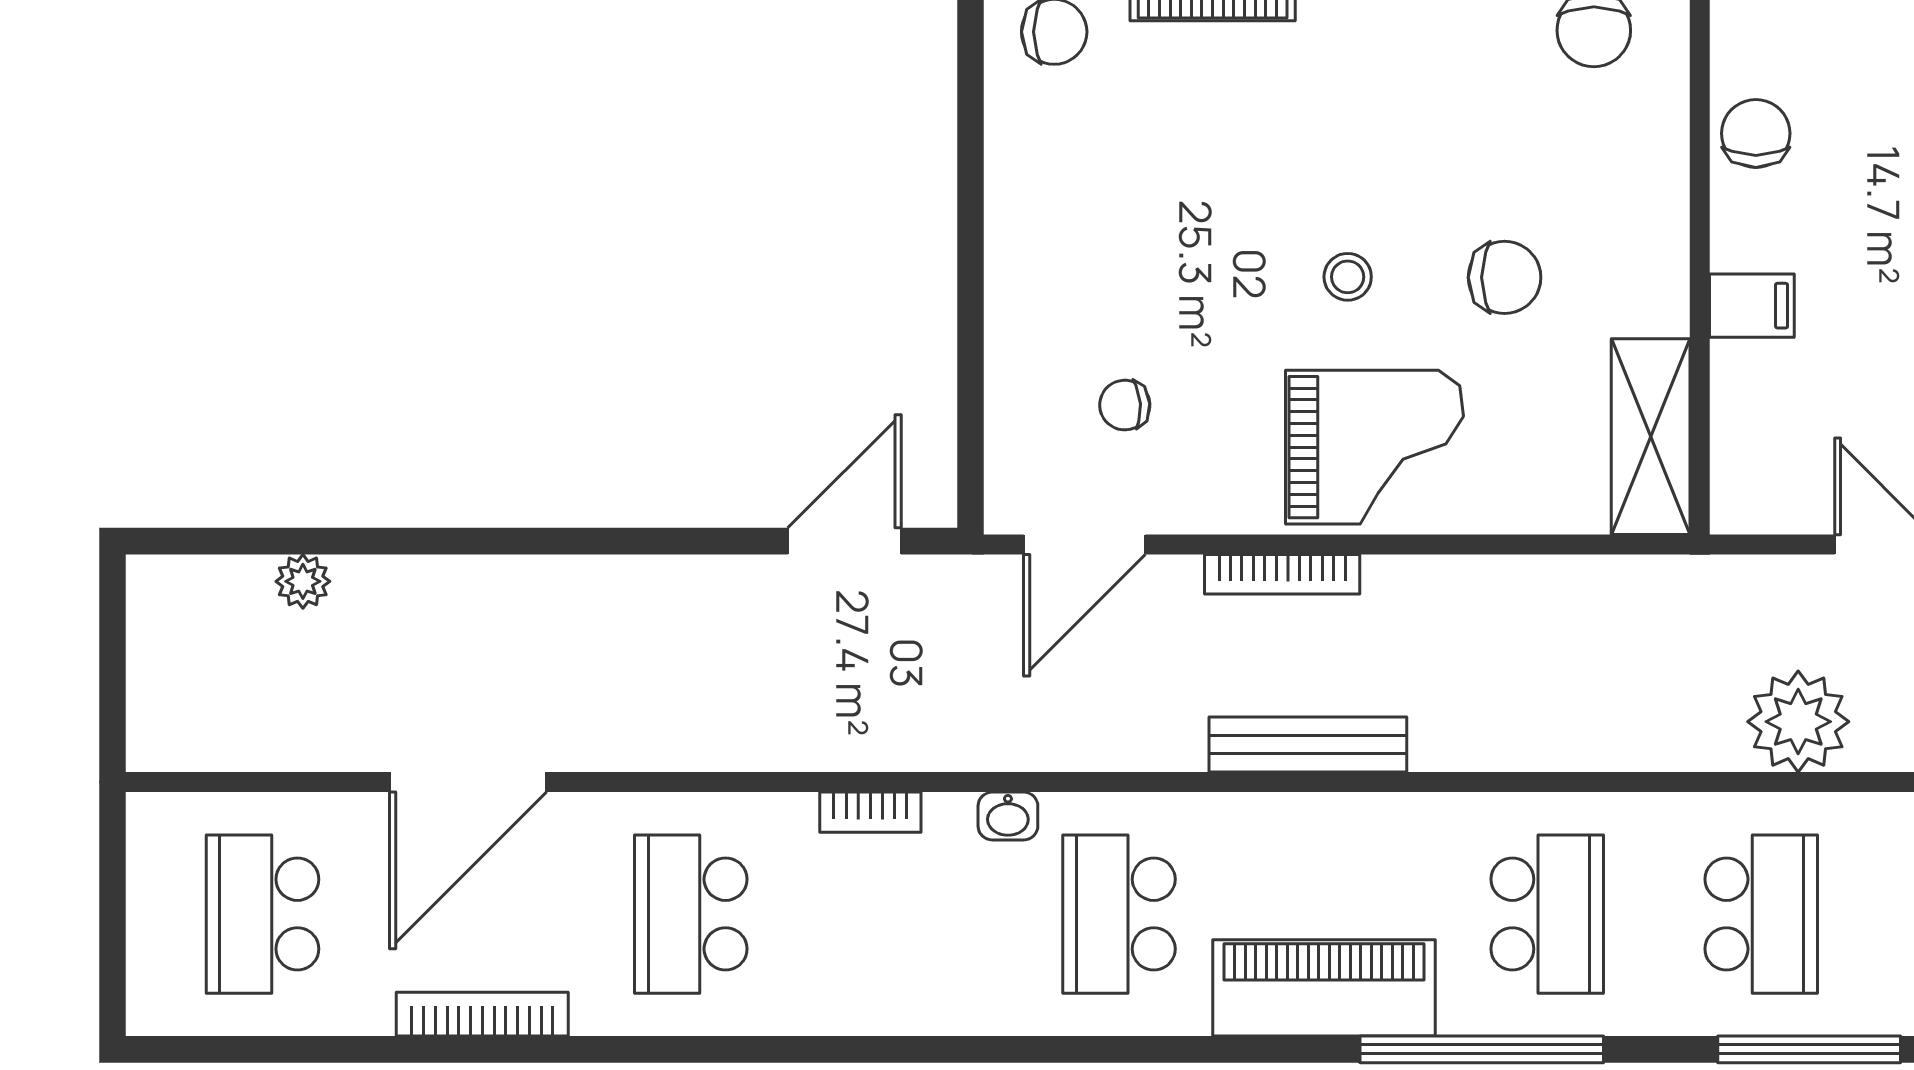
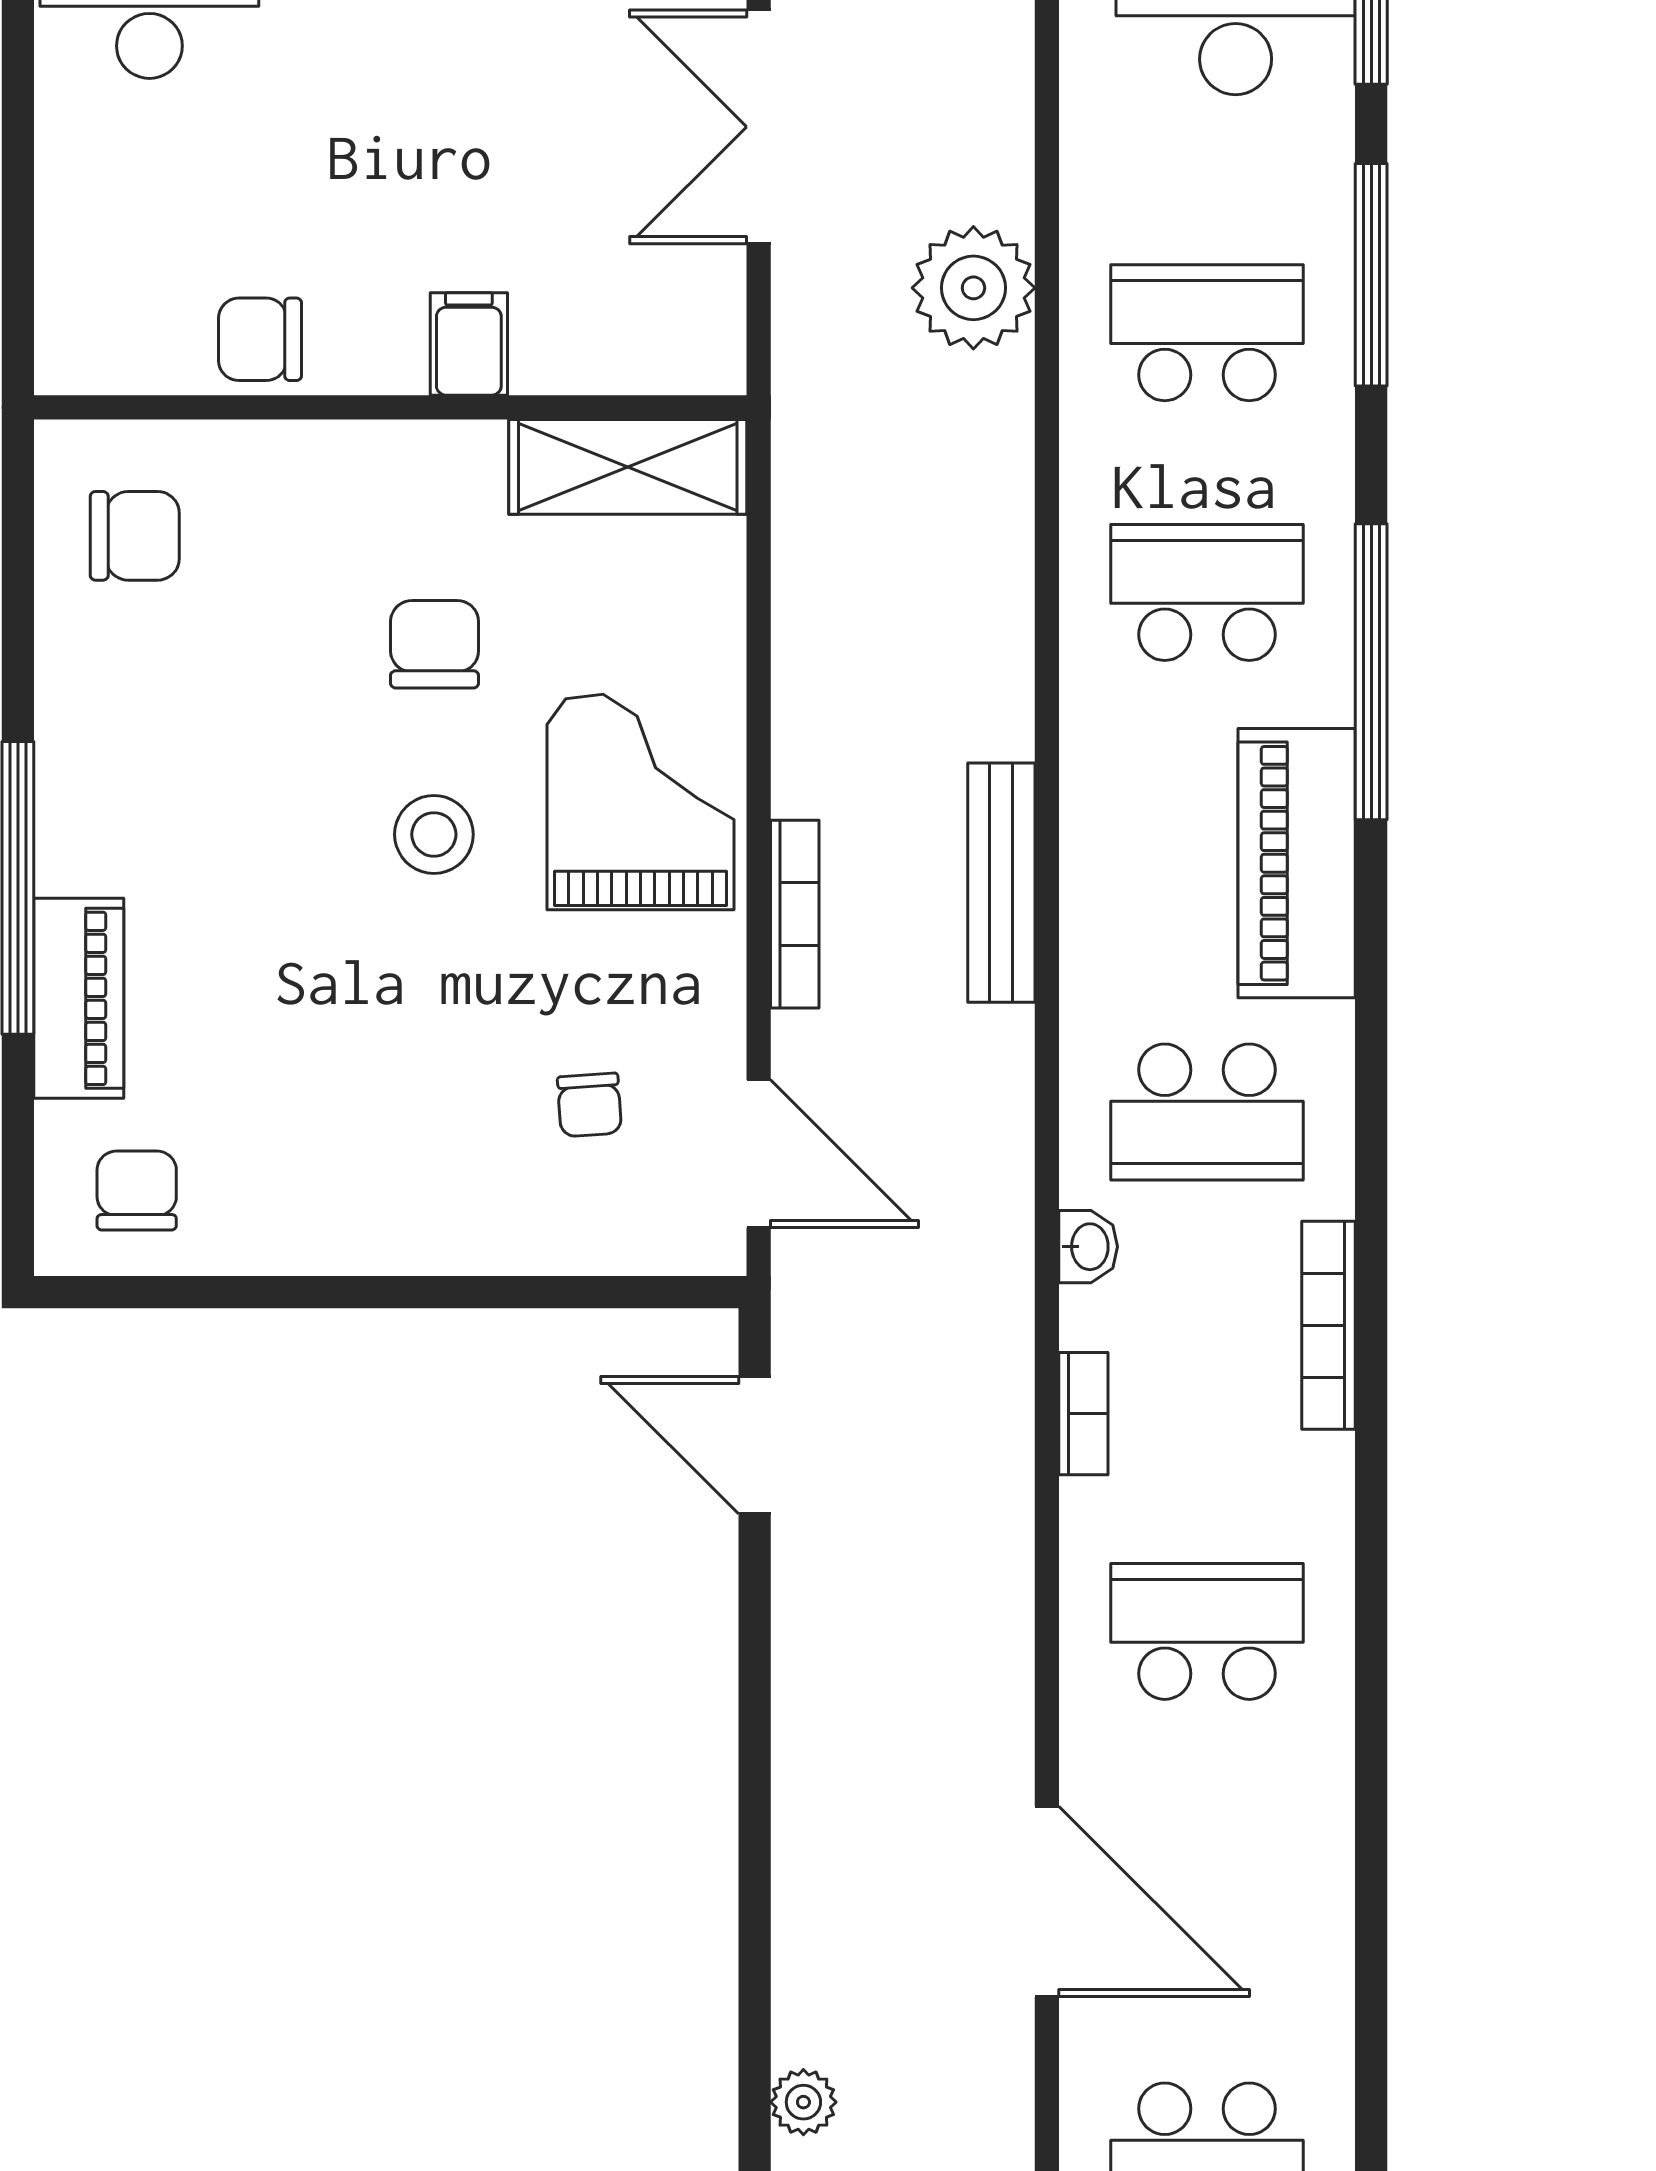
stool: (1348, 277) -> (434, 834), width x1.37, depth x1.37
school desk: (691, 914) -> (1207, 1631), turned 180
bookcase: (482, 1014) -> (1328, 1325), moved

